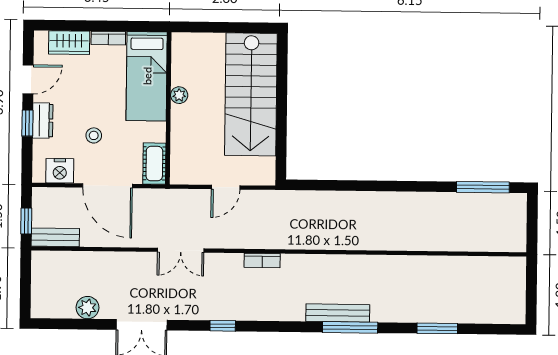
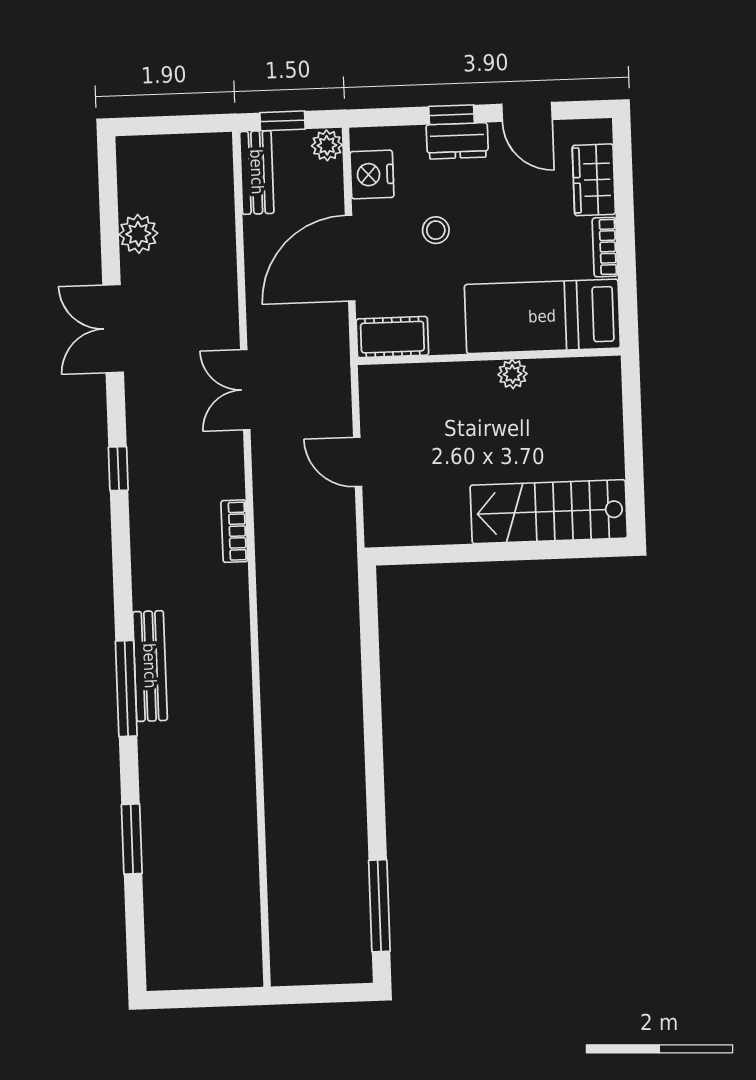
stairs: (251, 94) -> (549, 512), width x0.73, depth x0.66
plant: (42, 196) -> (327, 145), added

